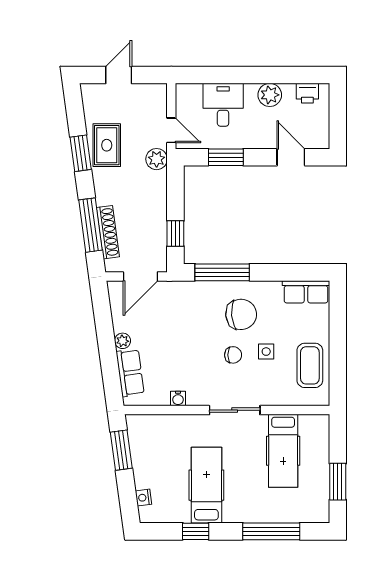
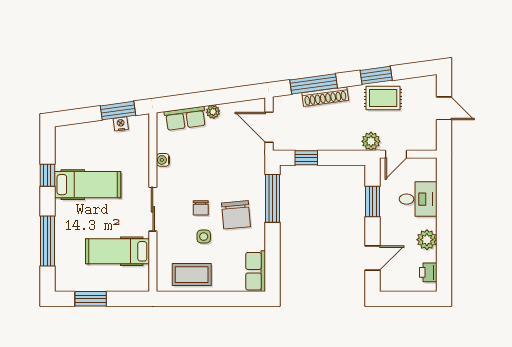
shoe rack: (108, 232) -> (325, 97), moved
nightstand: (143, 498) -> (121, 124), moved

